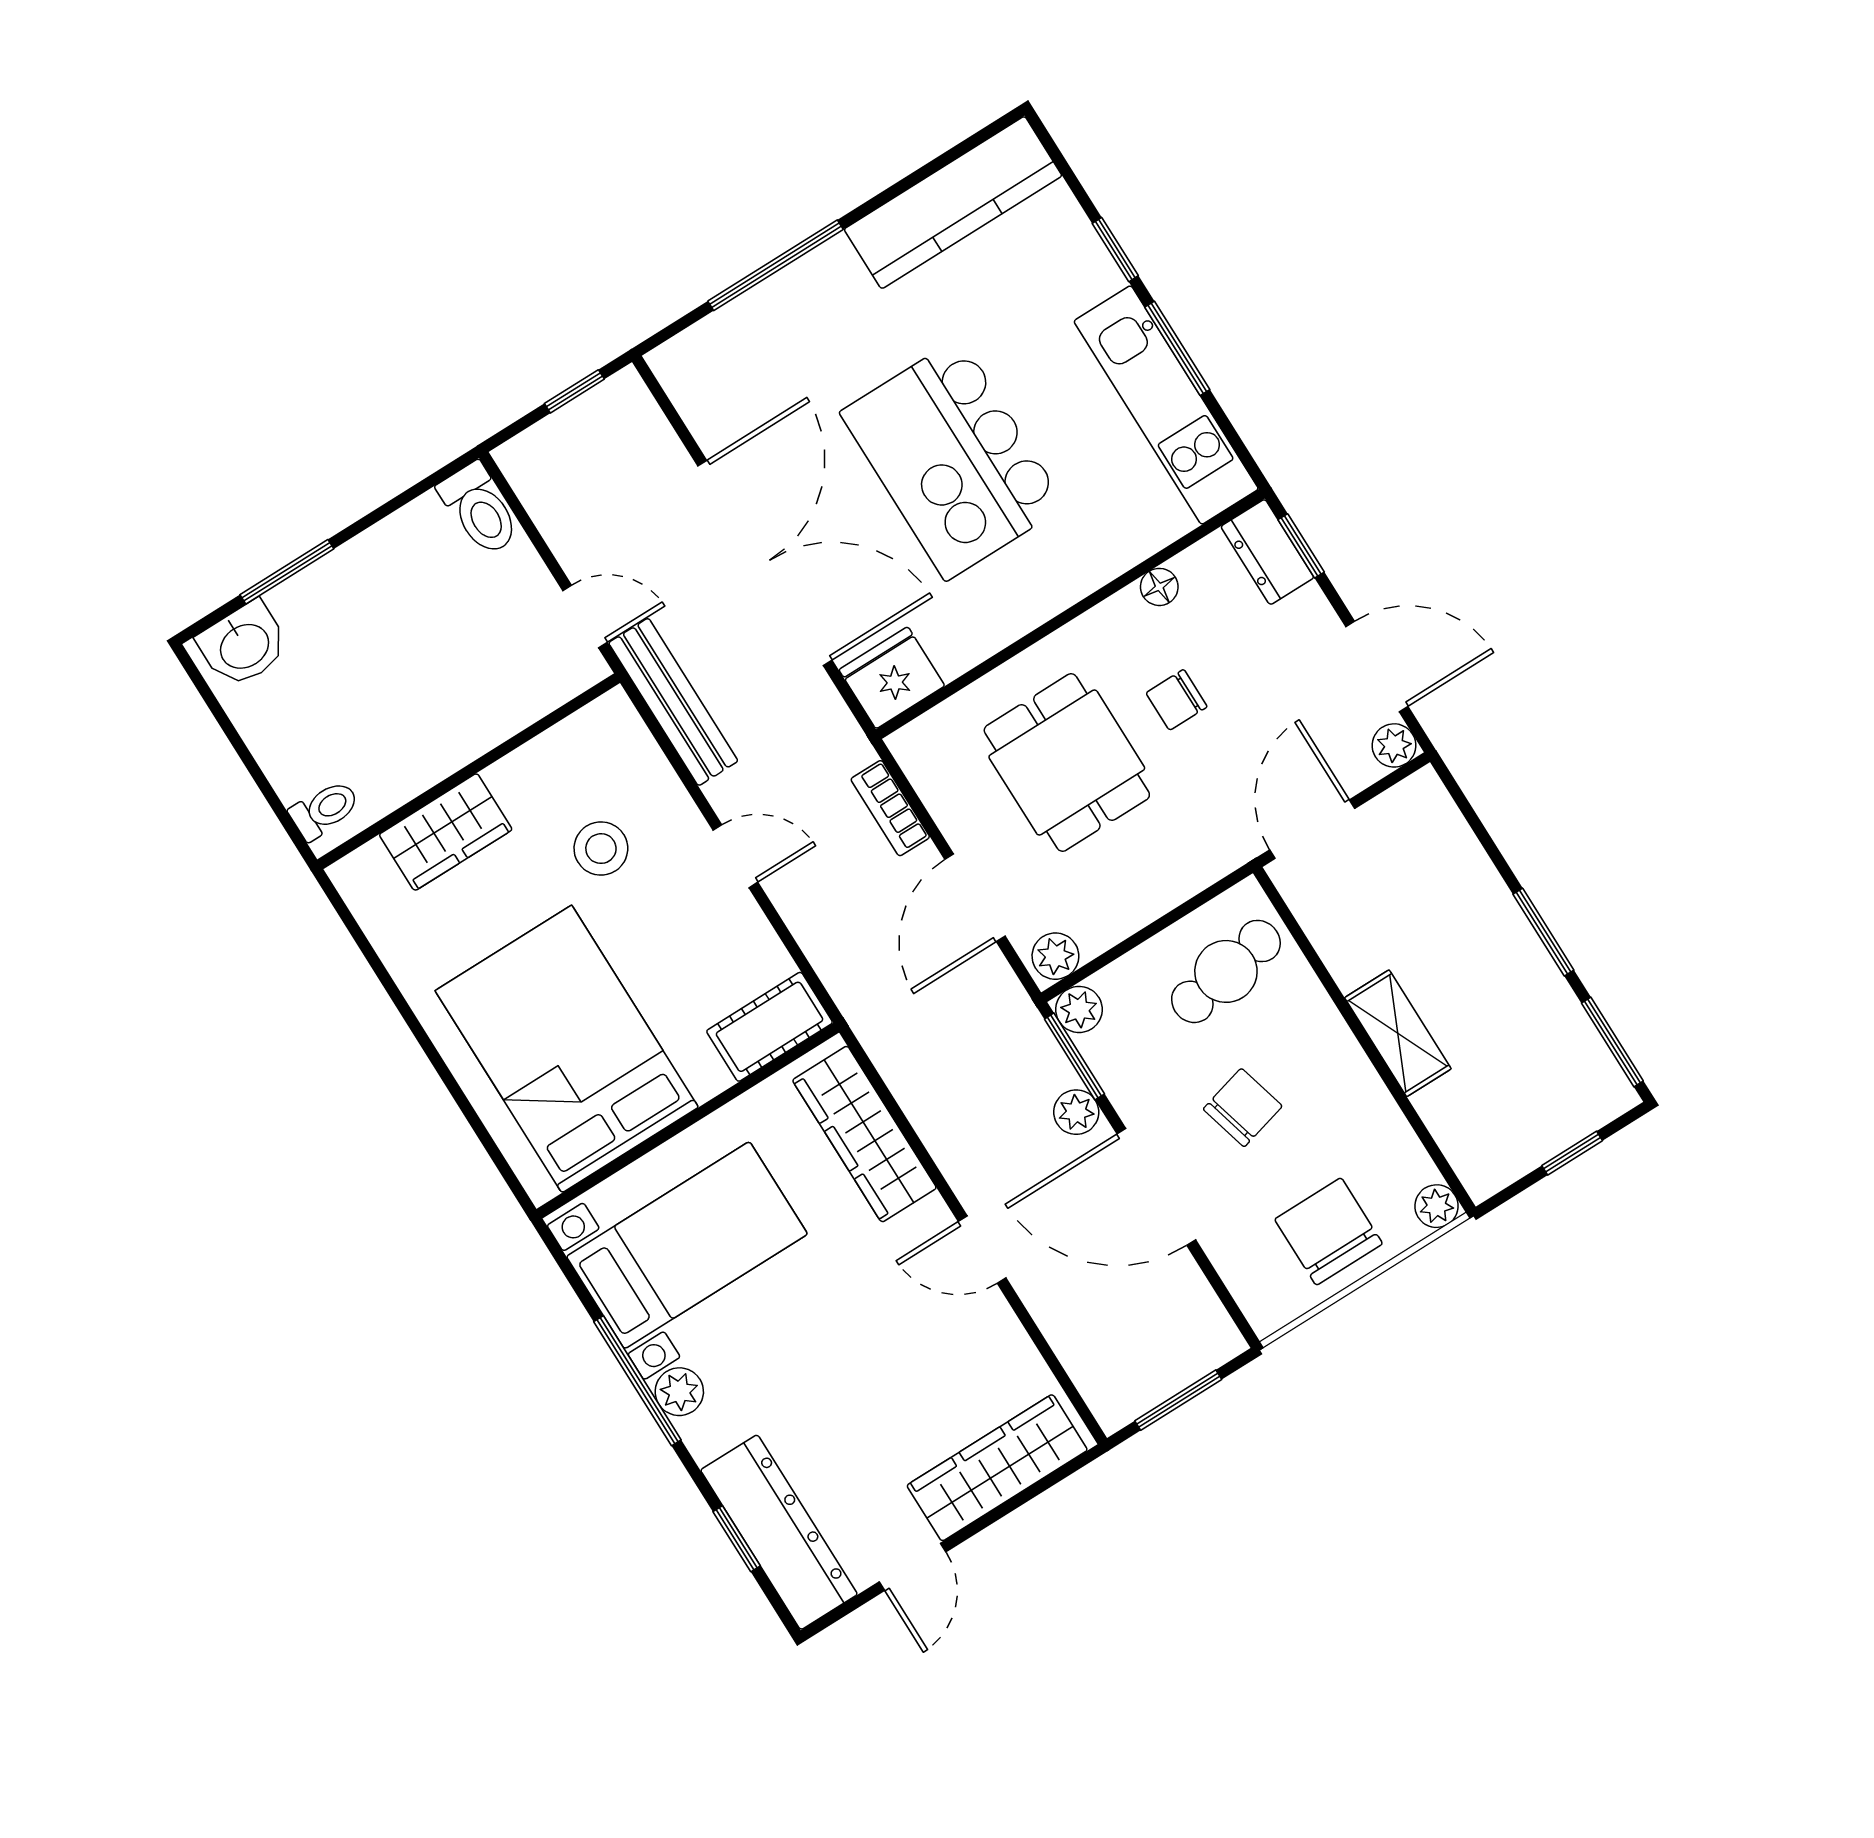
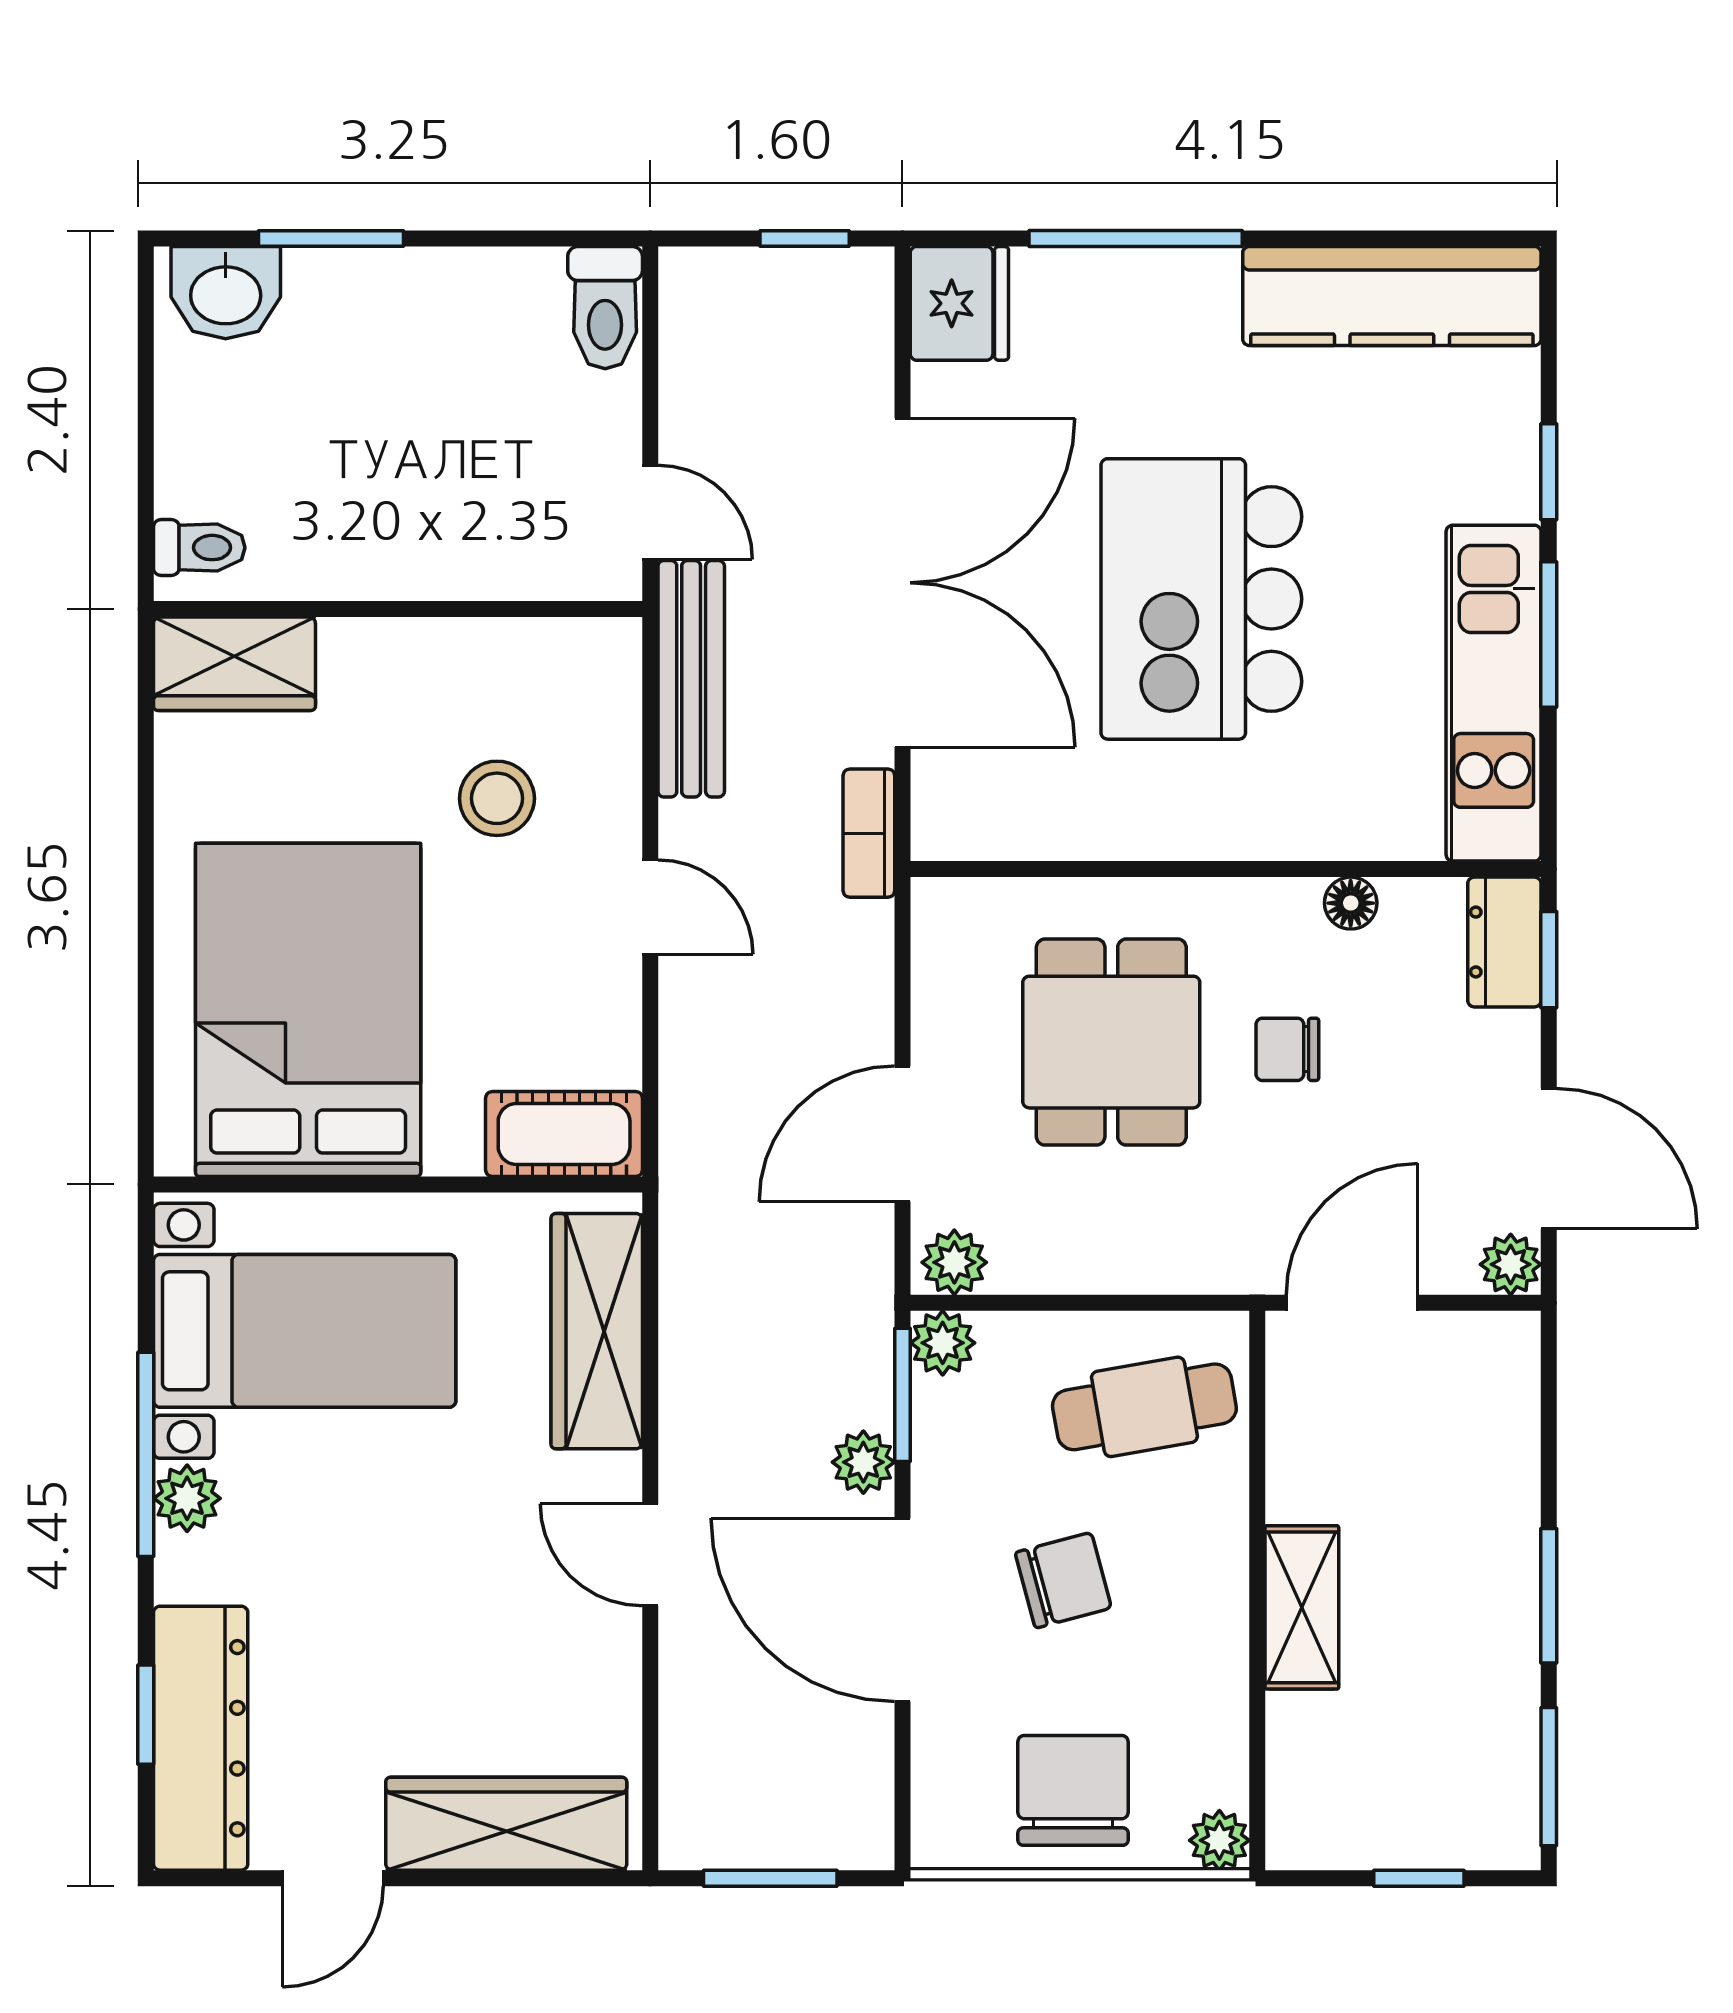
fridge: (892, 678) -> (959, 303), moved, turned 90
bookcase: (890, 808) -> (869, 833), moved
wardrobe: (446, 832) -> (234, 664), moved

